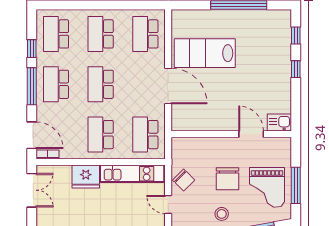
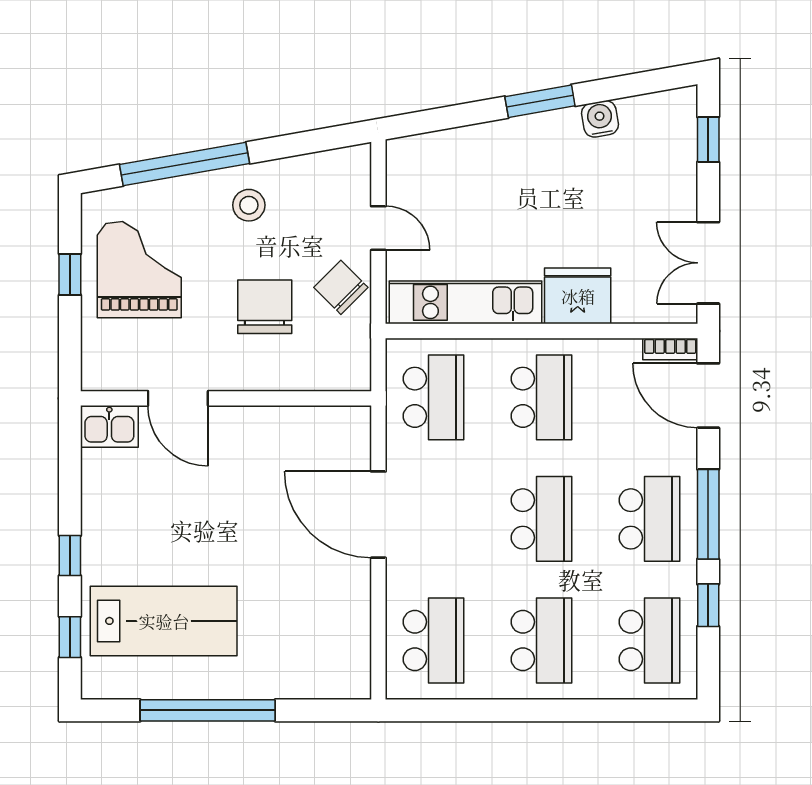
lab bench: (205, 53) -> (164, 621), moved
chair: (228, 179) -> (265, 307), moved
window: (296, 185) -> (70, 274), width x0.46

